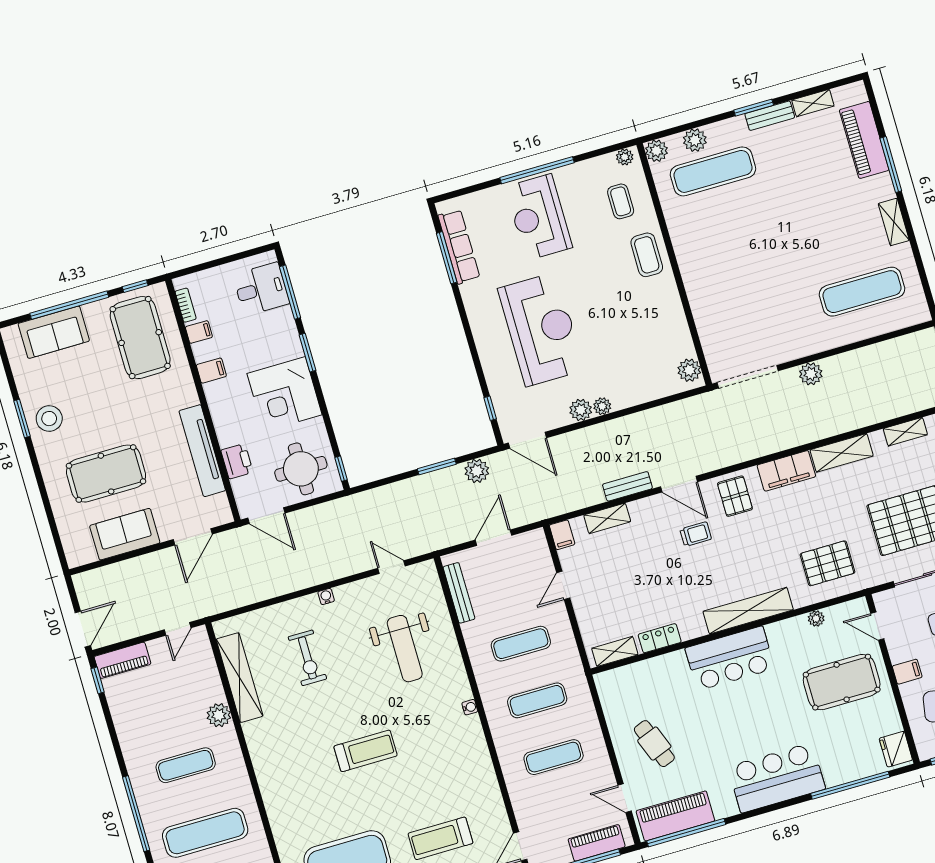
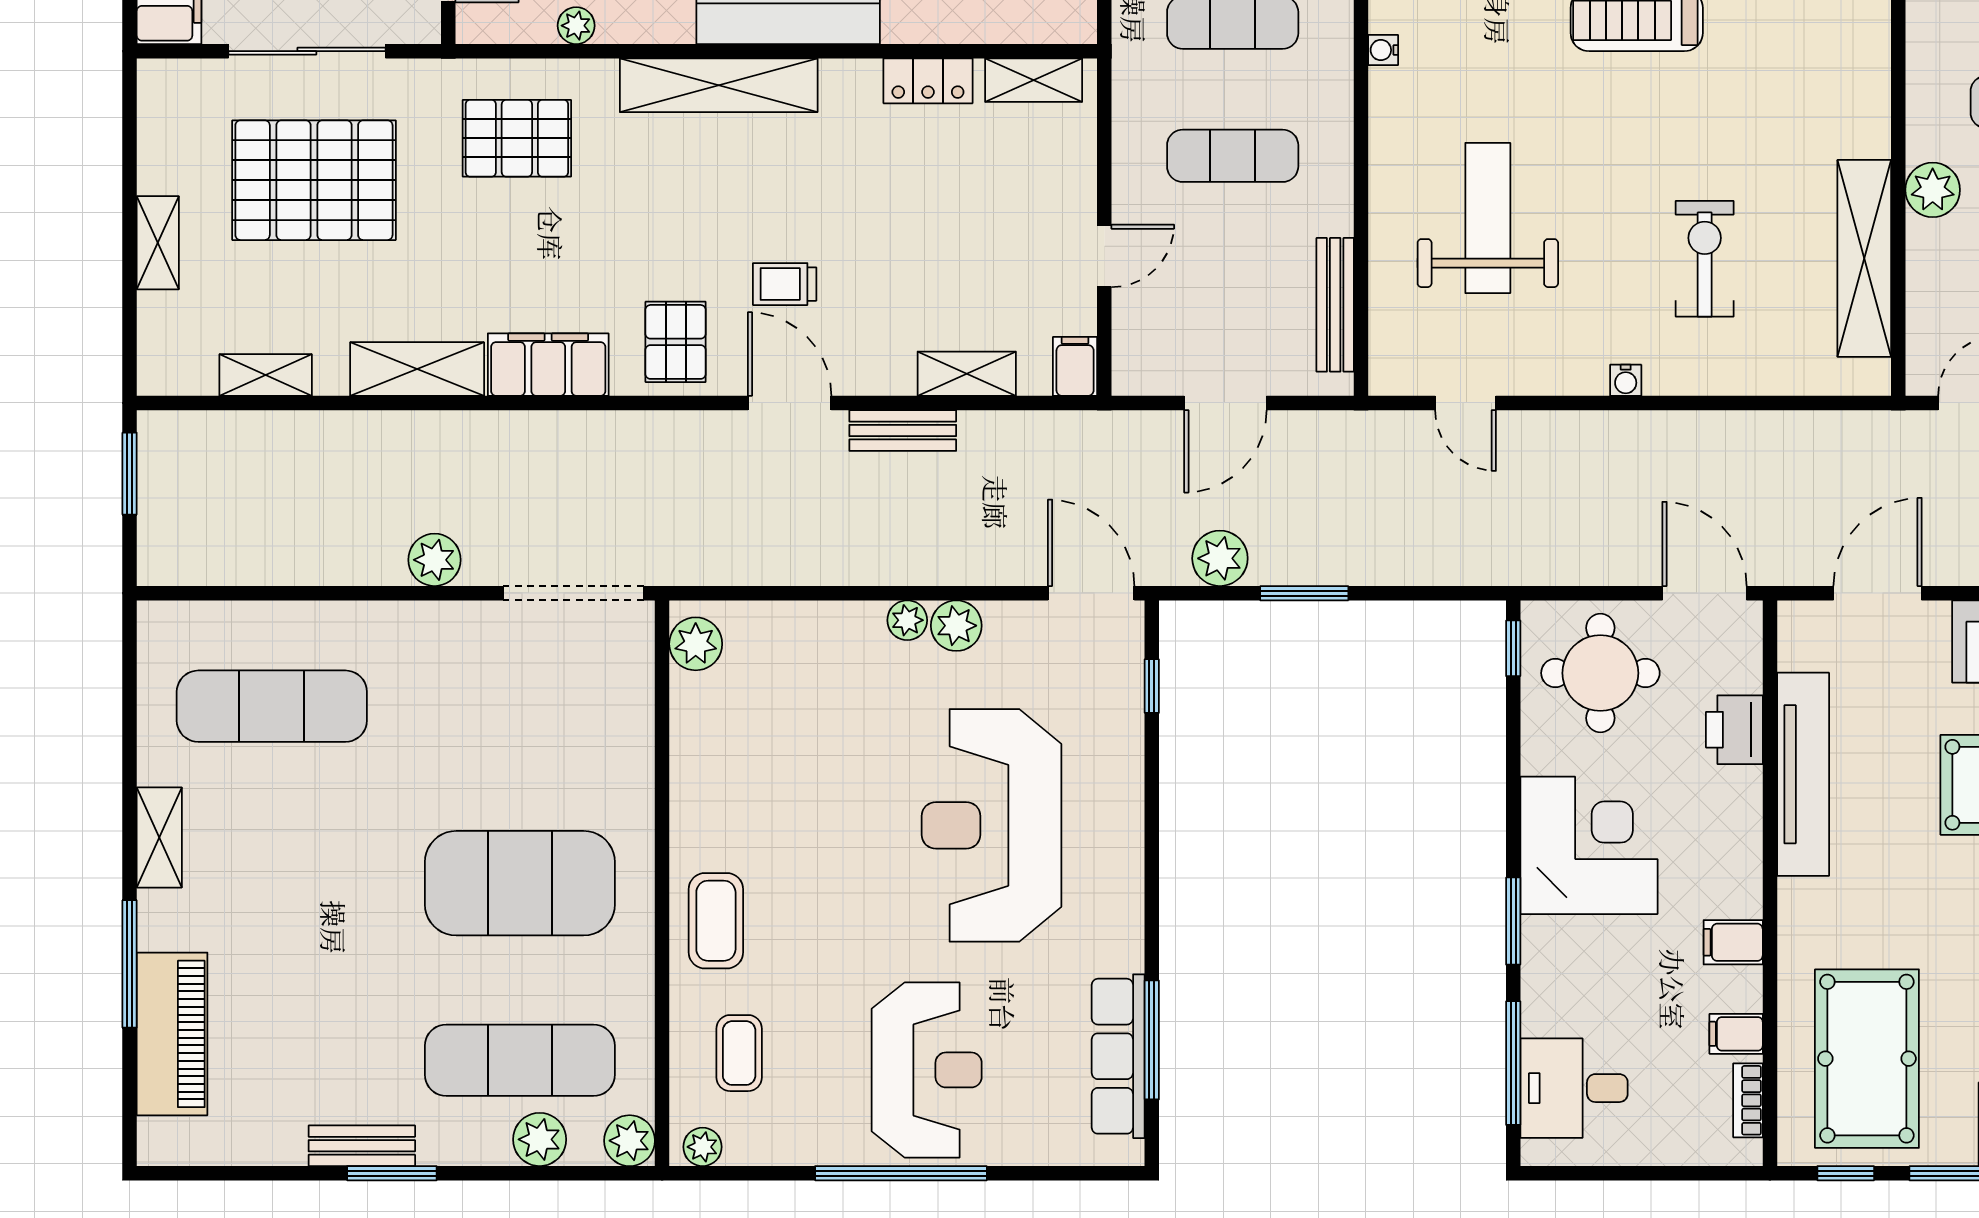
shelving: (813, 103) -> (260, 1146), removed
exercise mat: (735, 247) -> (520, 883), added

